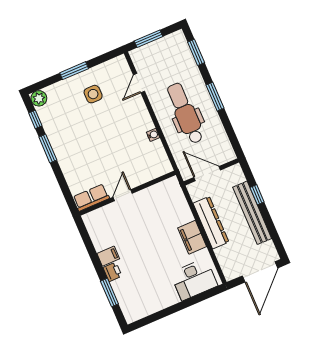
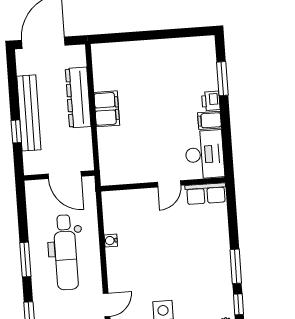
dresser: (211, 223) -> (78, 97), moved
desk: (194, 279) -> (205, 154), moved, turned 90

